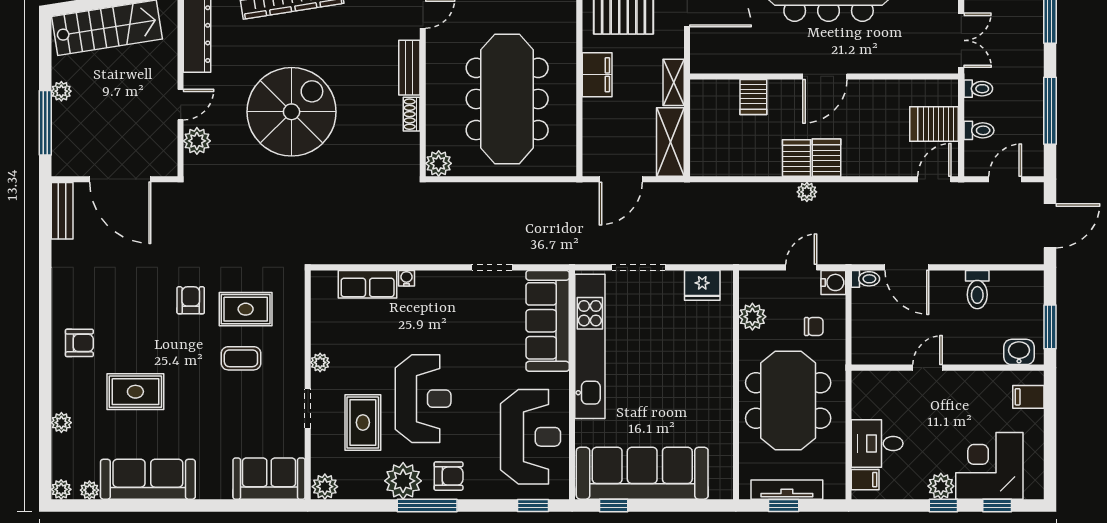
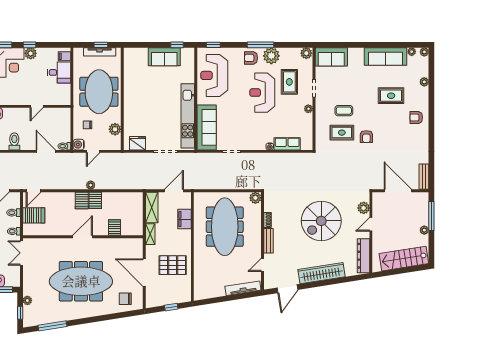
filing cabinet: (597, 75) -> (184, 219), moved
sofa: (642, 473) -> (164, 57), width x0.54, depth x0.79

